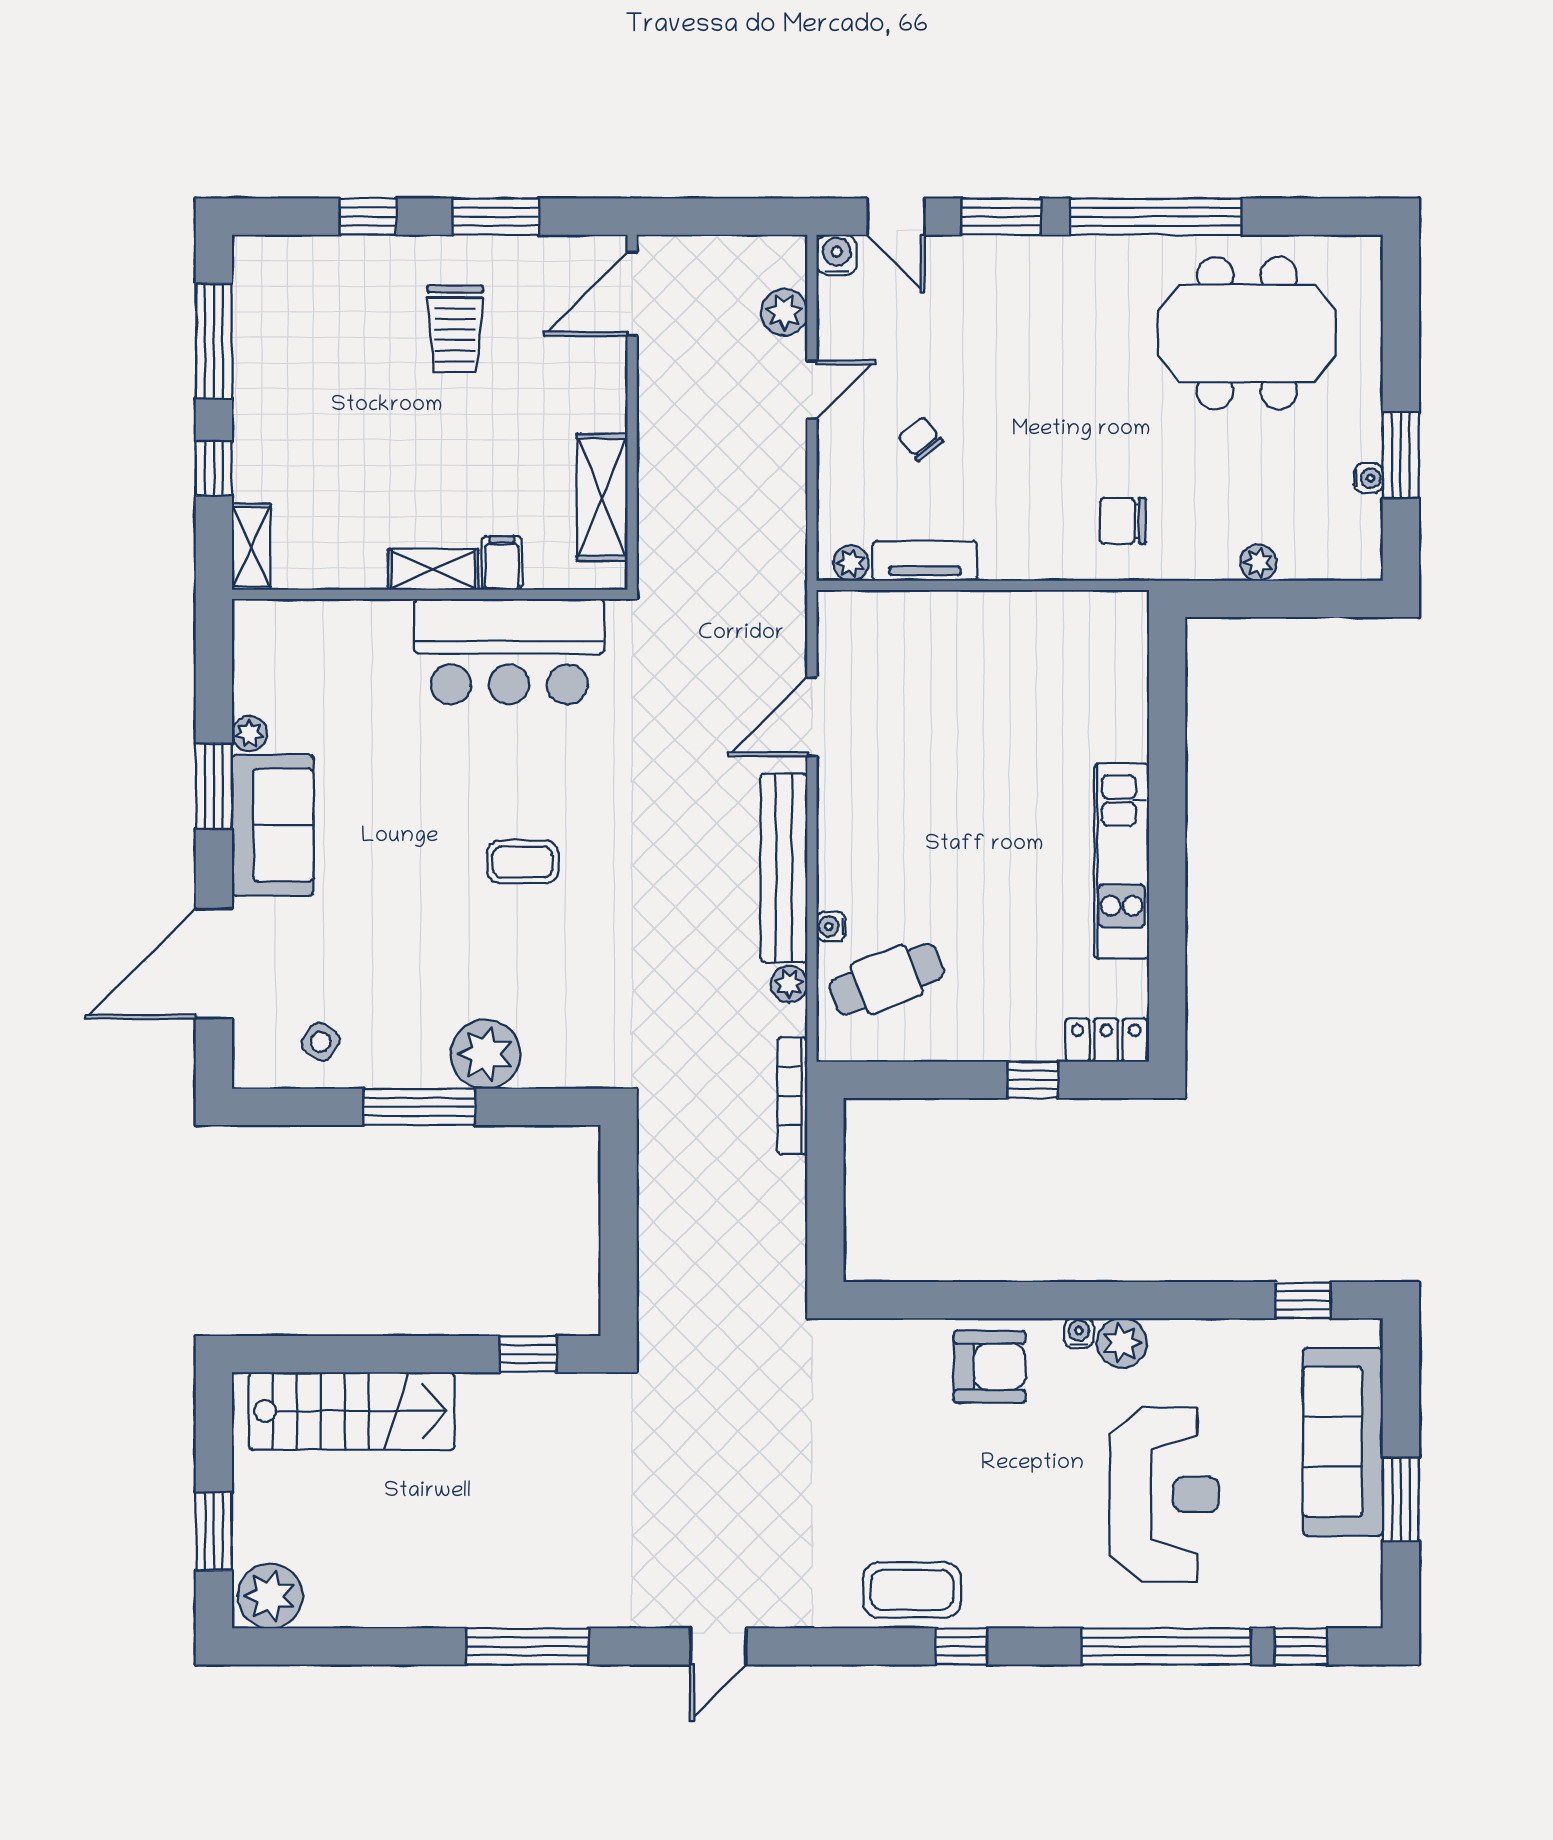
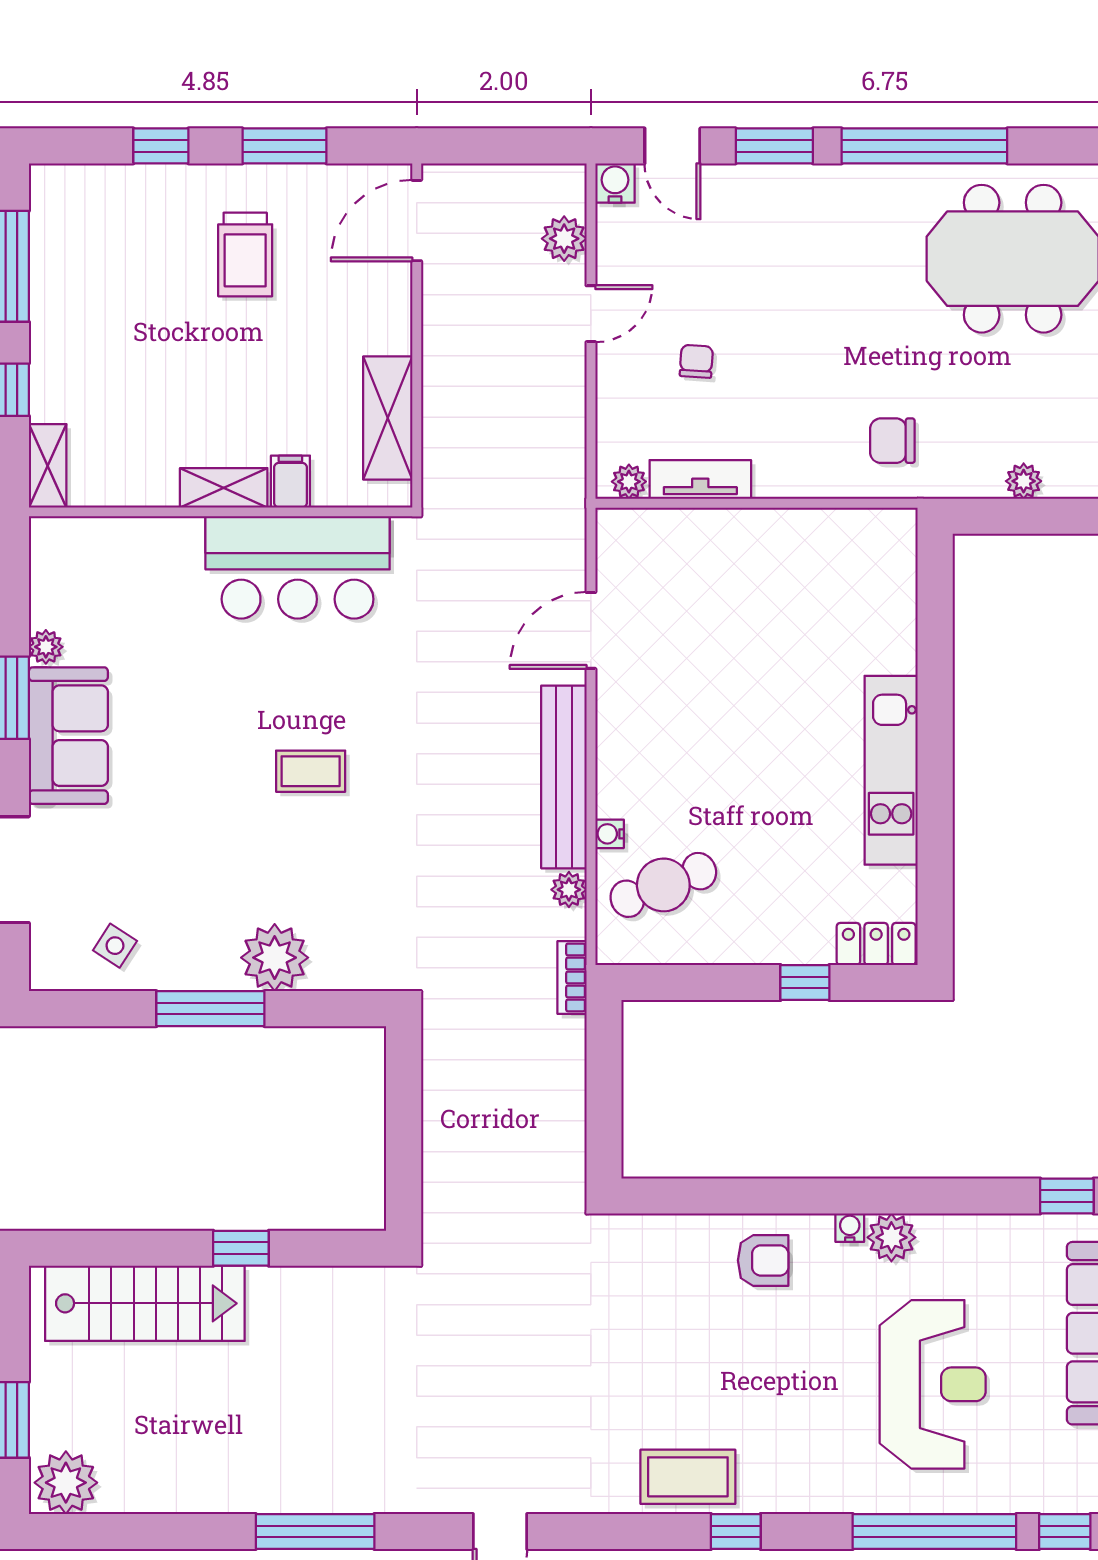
chair: (921, 439) -> (696, 361), turned 43
bookcase: (792, 1096) -> (572, 977), width x0.64
window: (528, 1354) -> (241, 1248), moved
armchair: (990, 1367) -> (763, 1260), width x0.72, depth x0.72

